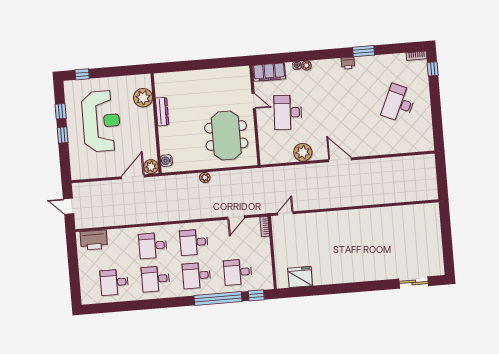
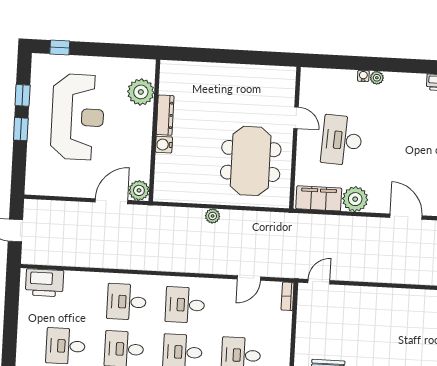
filing cabinet: (269, 72) -> (319, 198), moved, turned 180
water cooler: (166, 161) -> (164, 145), moved

